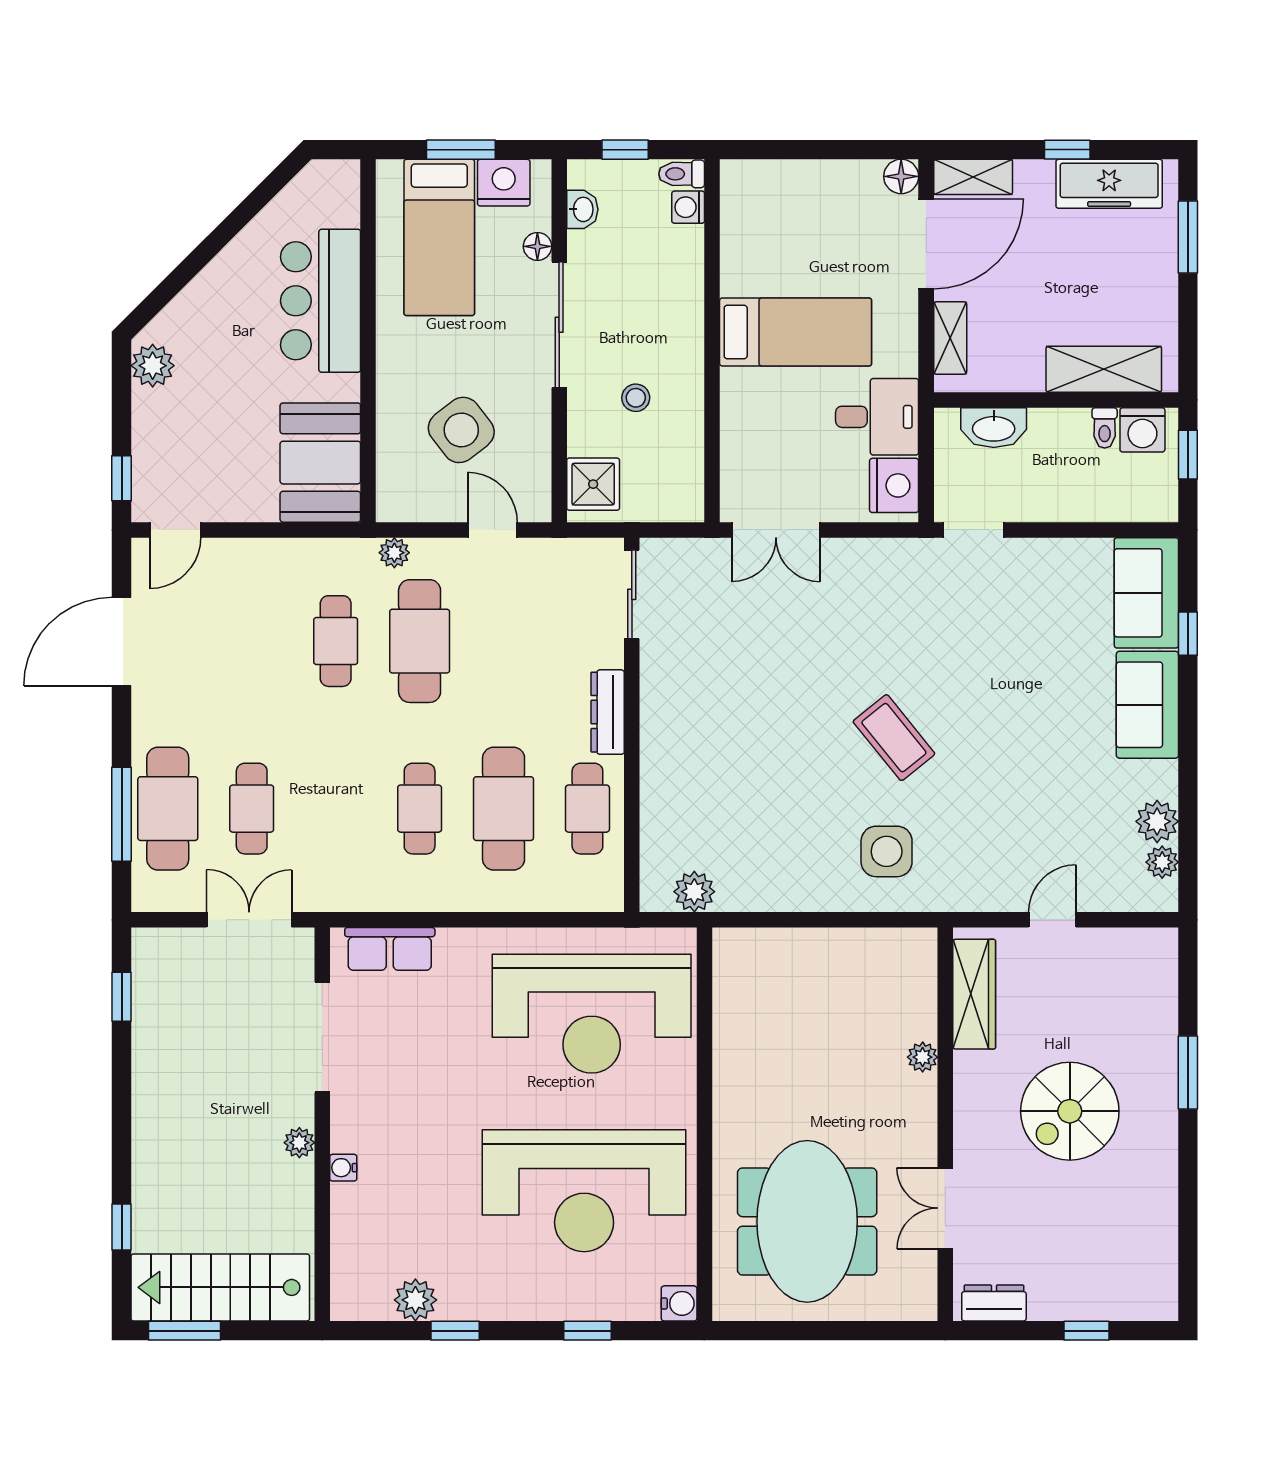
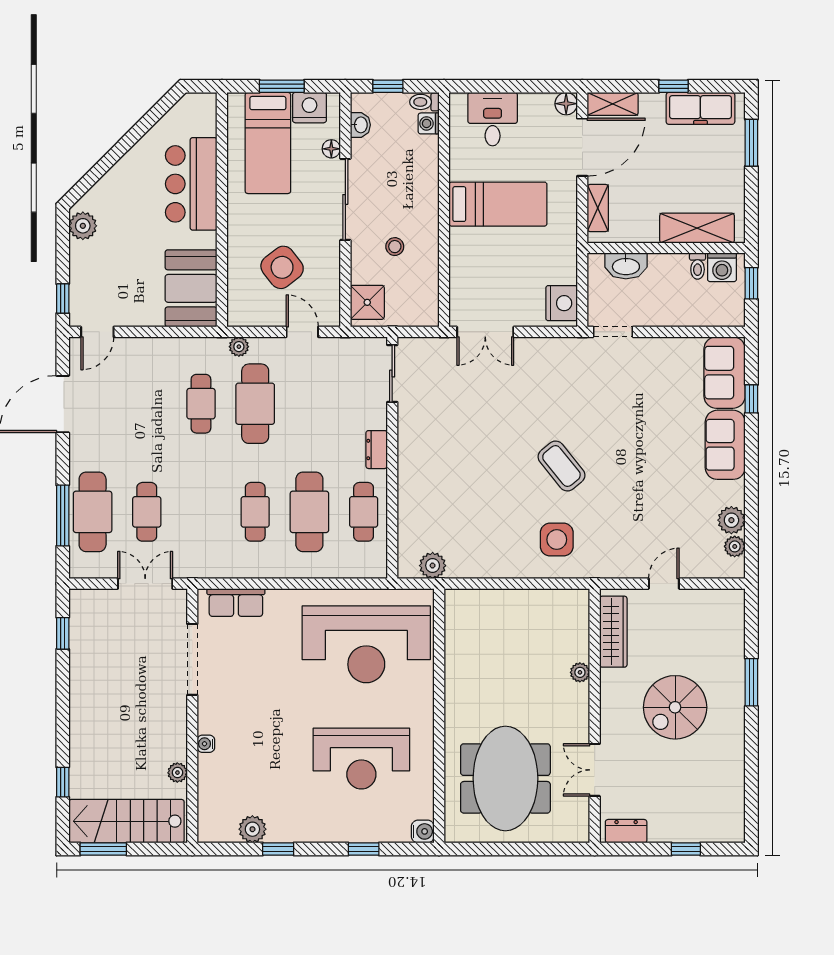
desk: (877, 417) -> (493, 119), moved, turned -90
dresser: (608, 712) -> (377, 450), width x0.70
plant: (299, 1143) -> (177, 773), moved
reception desk: (584, 1191) -> (361, 759), width x0.74, depth x0.77

